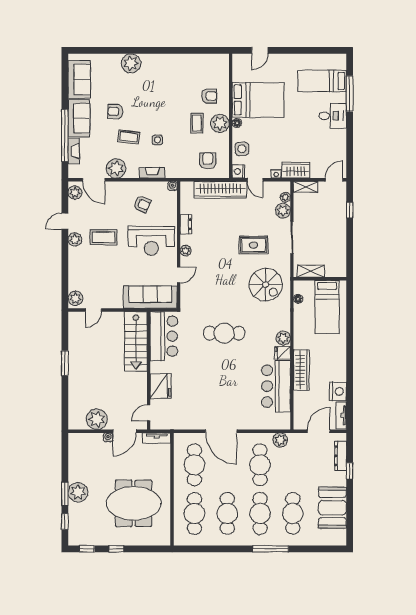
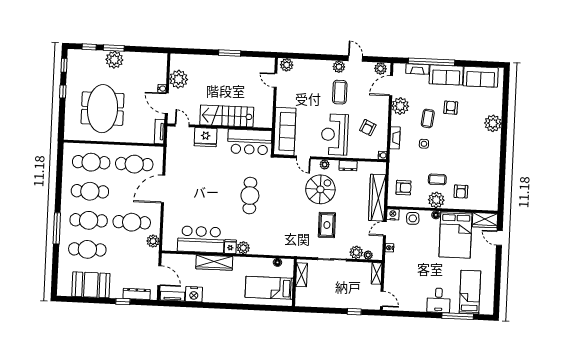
wardrobe: (296, 170) -> (485, 220), moved, turned 90
spiral stairs: (266, 285) -> (320, 189), moved, turned 180
stairs: (136, 341) -> (227, 116), moved

